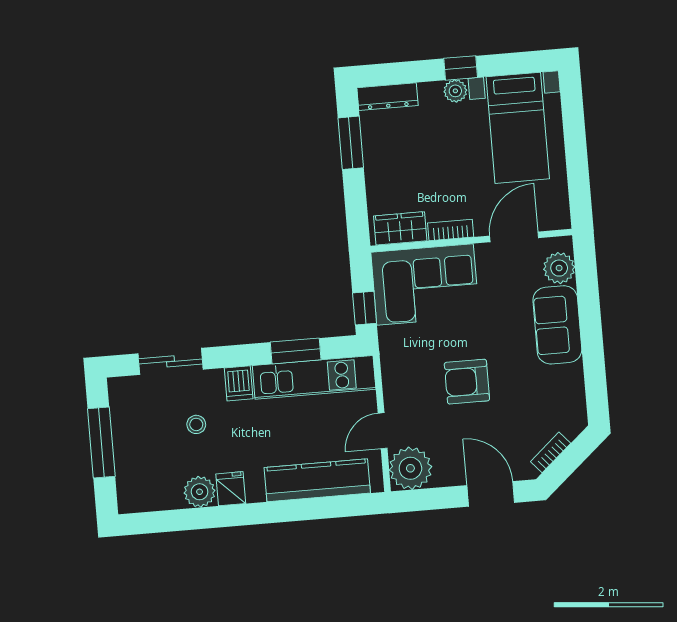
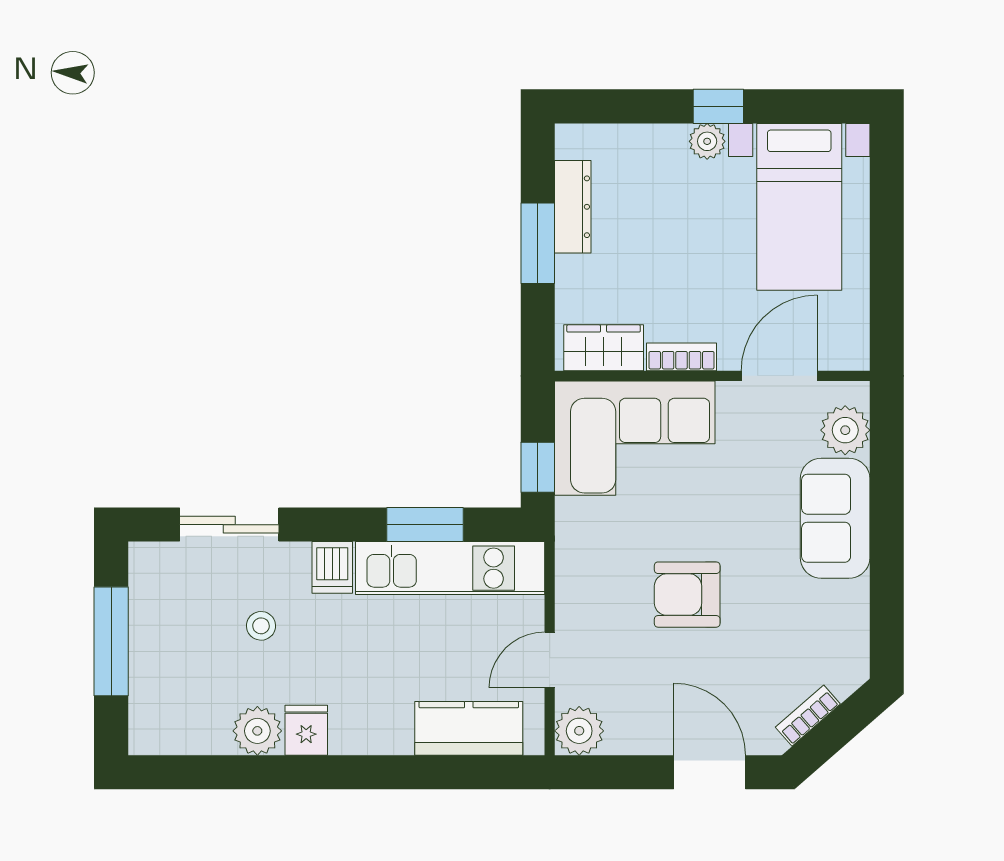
dresser: (388, 97) -> (573, 207), moved, turned -90
window: (351, 143) -> (538, 243), moved
plant: (410, 468) -> (579, 731), width x0.73, depth x0.73
kitchen counter: (317, 480) -> (469, 728), width x0.67

